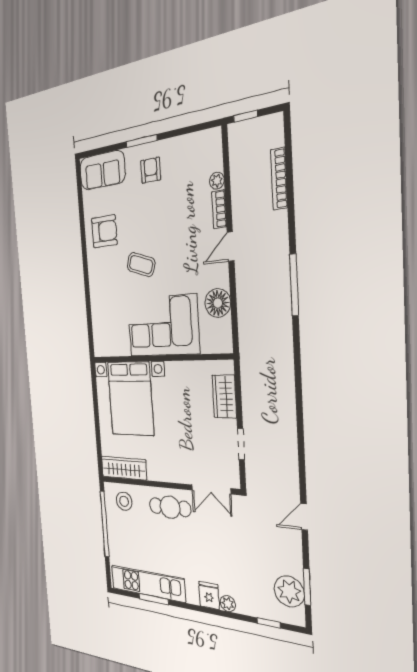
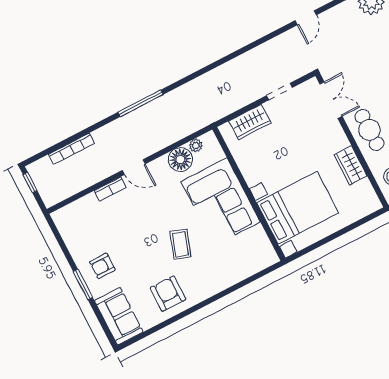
window: (246, 116) -> (30, 183), moved
plant: (217, 181) -> (196, 145), moved
wardrobe: (124, 468) -> (351, 165), moved, width x0.67
door: (304, 517) -> (306, 18), hinge flipped

